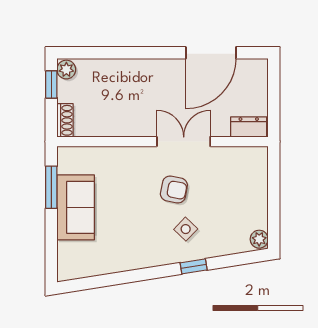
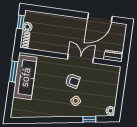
plant: (66, 70) -> (27, 27), moved
sofa: (76, 207) -> (25, 77), width x1.36
window: (194, 266) -> (89, 119), moved

